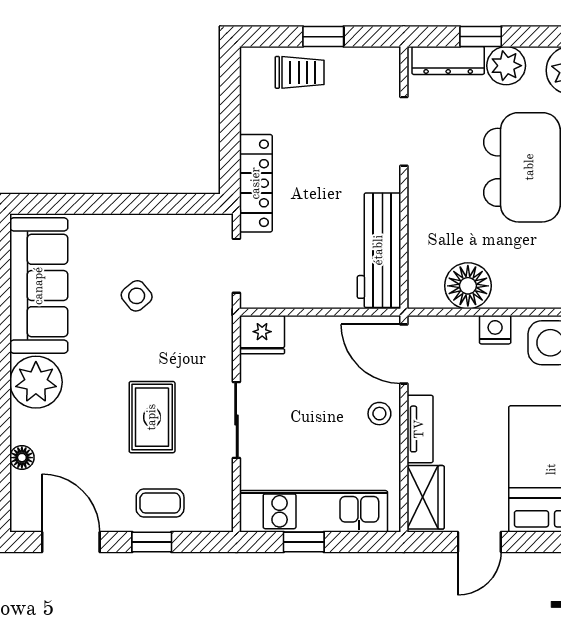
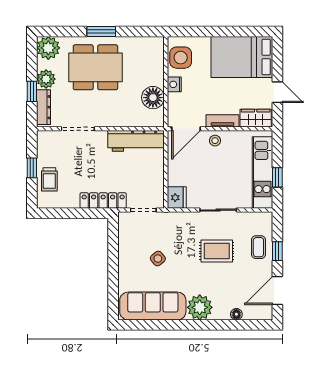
trolley: (300, 72) -> (49, 179), turned 180

